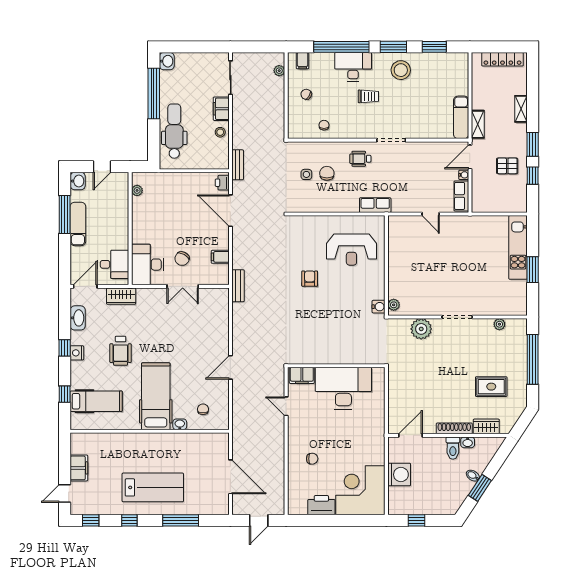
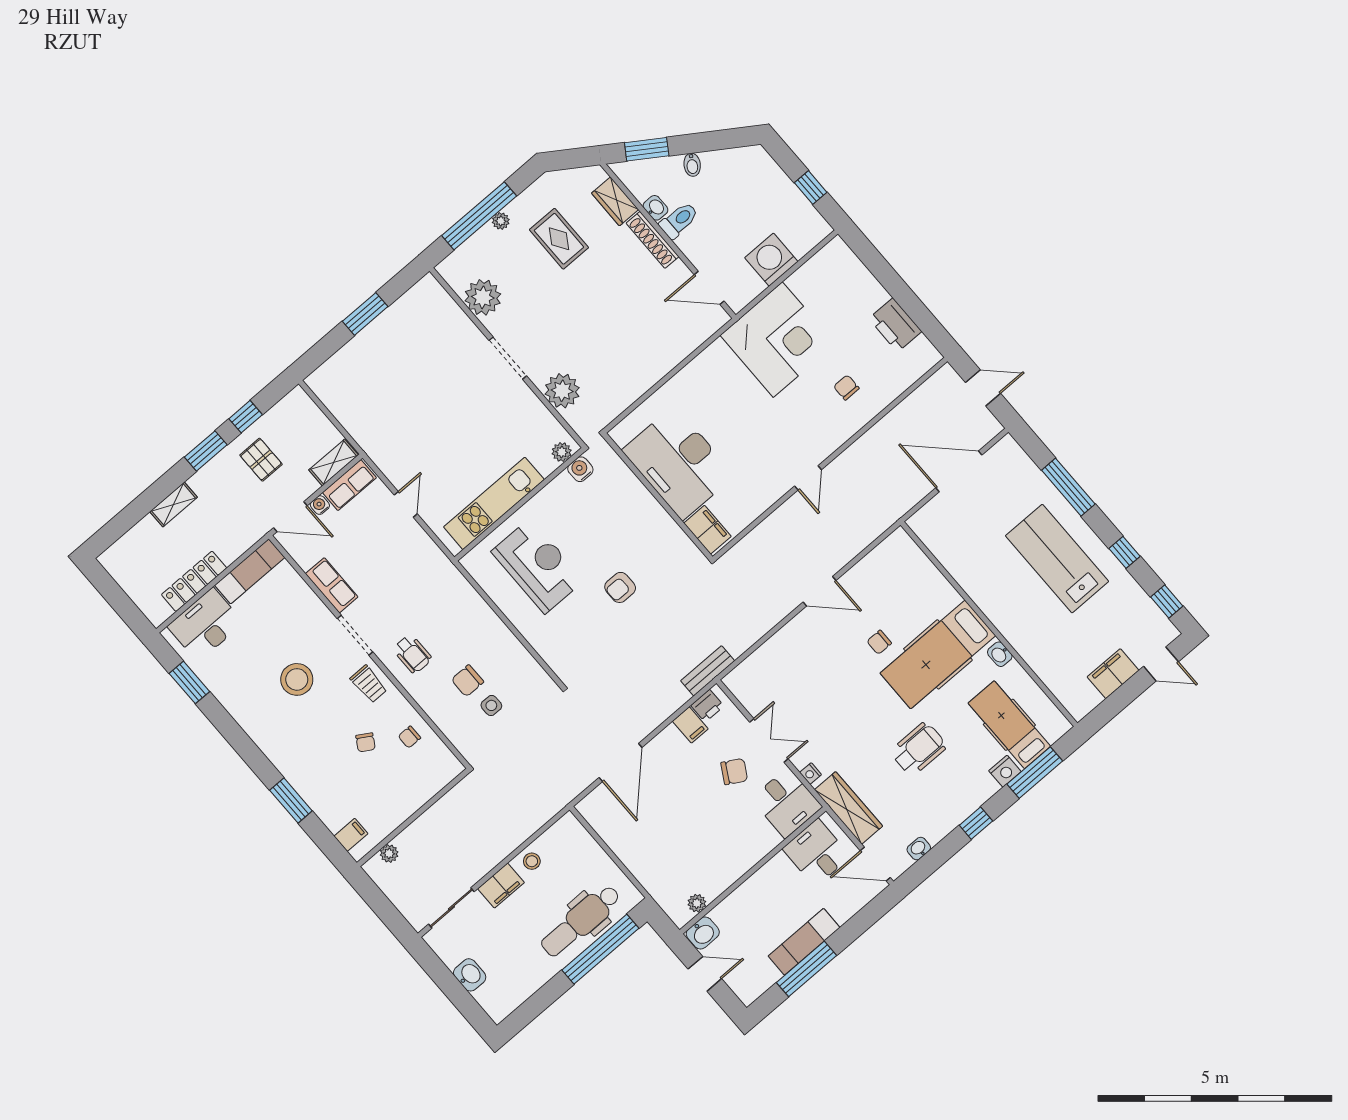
window: (341, 47) -> (291, 800), width x0.47
window: (393, 47) -> (234, 734), removed
locker: (502, 59) -> (194, 581), moved, turned -90
washbasin: (167, 61) -> (470, 975), moved, turned 90
desk: (353, 67) -> (205, 625), moved, turned 90
stool: (401, 70) -> (297, 679), moved
window: (154, 94) -> (600, 949), moved
chair: (306, 94) -> (366, 742), moved
trolley: (368, 96) -> (369, 684), moved, turned 180
shelving: (478, 124) -> (334, 462), moved
bench: (238, 165) -> (554, 803), removed
washbasin: (78, 181) -> (703, 933), moved, turned 180
printer: (222, 183) -> (707, 706), moved
row of seats: (375, 205) -> (332, 585), moved, turned 180
kitchen unit: (518, 247) -> (494, 503), moved, turned 180
desk: (148, 265) -> (787, 803), width x0.73
nightstand: (151, 292) -> (811, 774), added
wardrobe: (121, 296) -> (849, 808), width x1.50
washbasin: (78, 318) -> (919, 849), width x0.52, depth x0.69
plant: (499, 324) -> (483, 297), width x1.88, depth x1.88
nightstand: (77, 353) -> (1005, 771), moved
wall: (336, 366) -> (658, 496), moved
plant: (522, 367) -> (501, 221), added
filing cabinet: (302, 375) -> (707, 530), moved
desk: (343, 388) -> (678, 463), moved
window: (65, 394) -> (1035, 773), width x2.17
chair: (203, 409) -> (879, 642), moved
washbasin: (180, 424) -> (1000, 654), moved
door: (230, 477) -> (959, 471), hinge flipped
window: (480, 488) -> (647, 149), moved
corner desk: (360, 490) -> (778, 340), moved, turned -90

